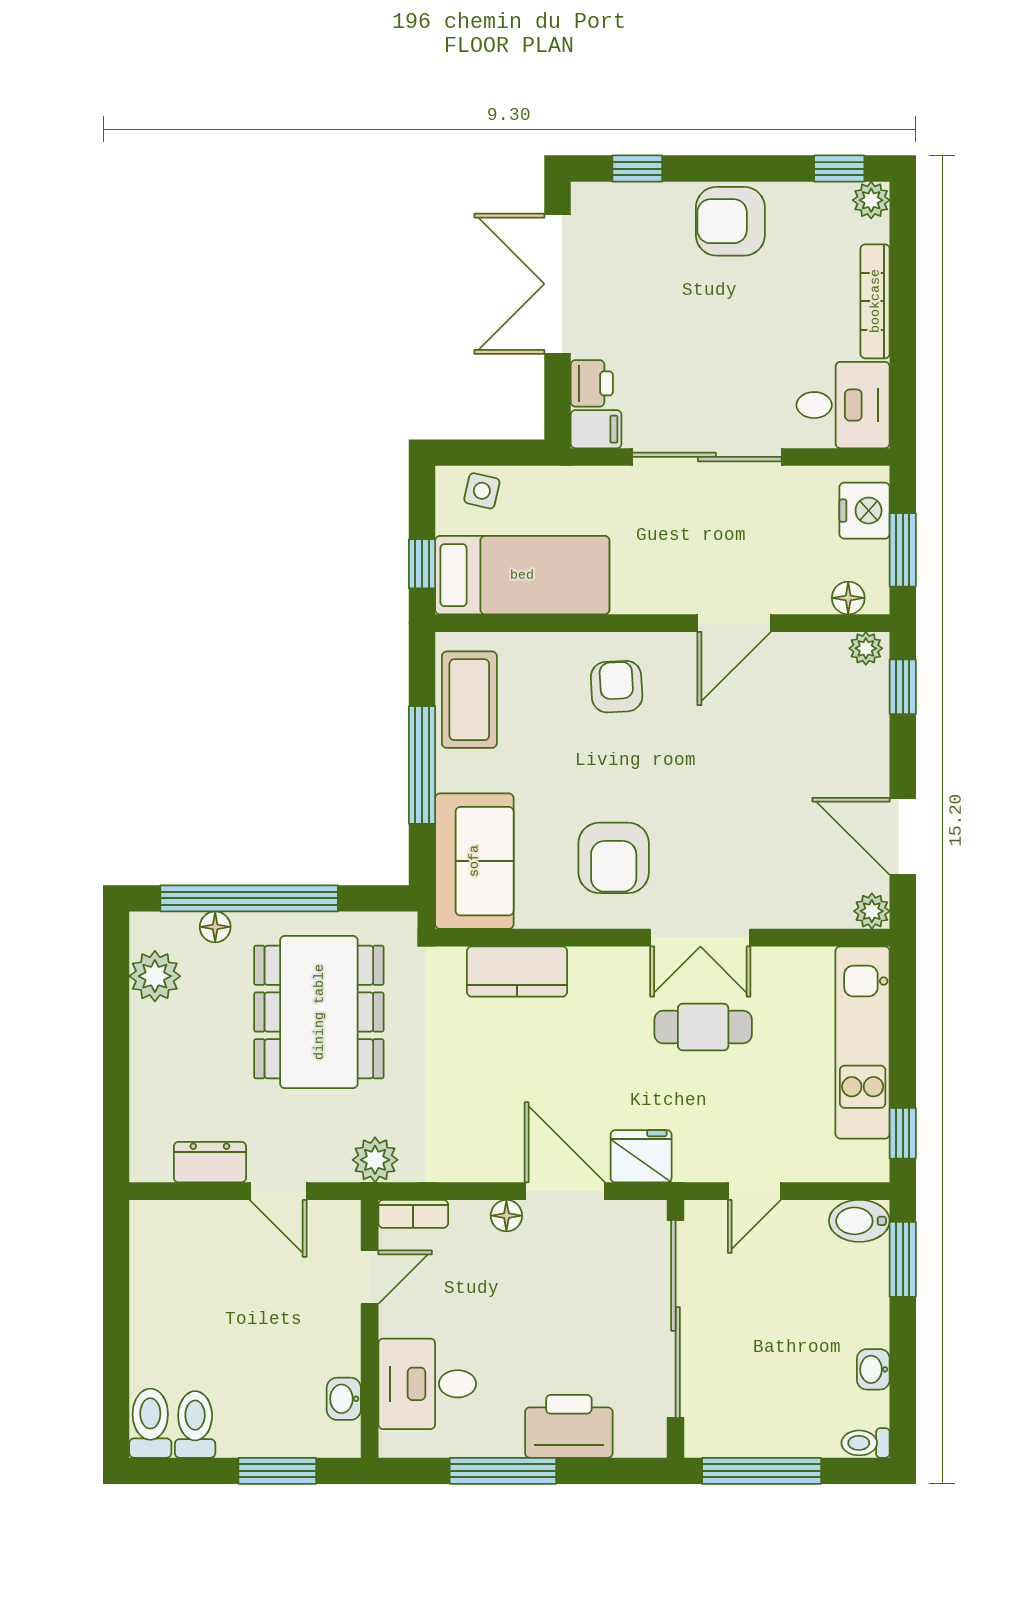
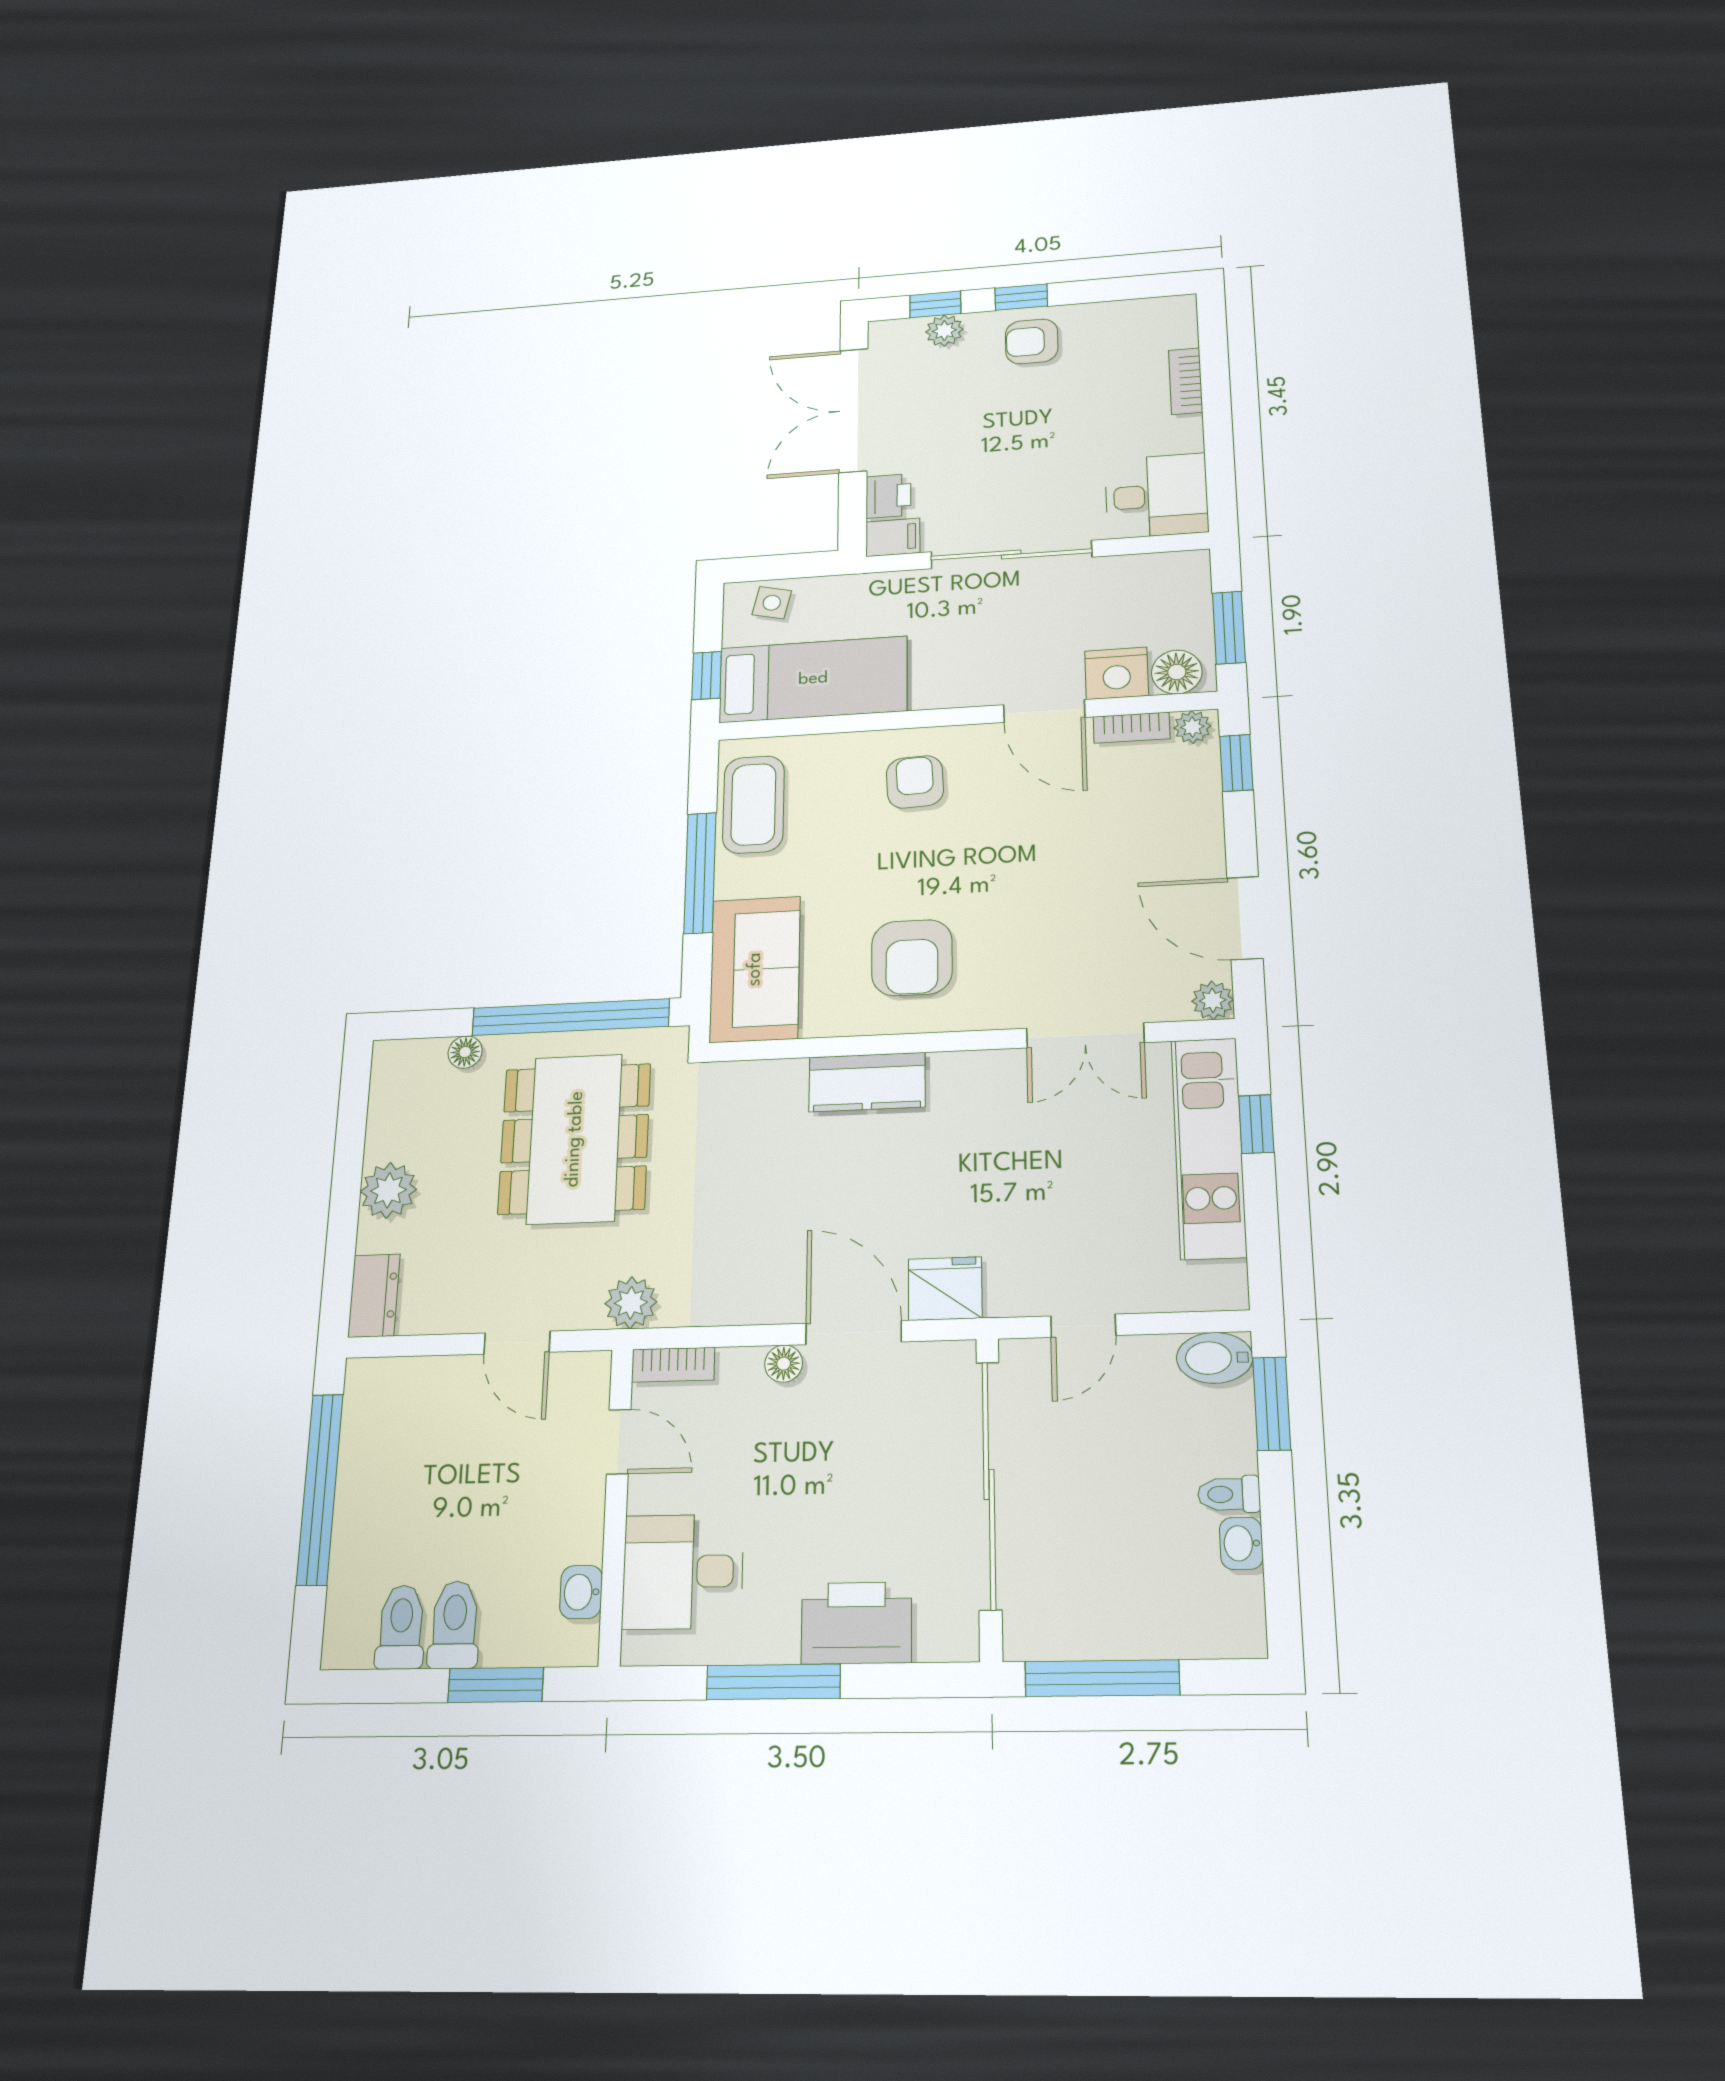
window: (839, 169) -> (1021, 297), moved
plant: (871, 200) -> (944, 331), moved
armchair: (730, 221) -> (1032, 341), width x0.72, depth x0.72
bookcase: (875, 301) -> (1186, 381), width x0.64
nightstand: (865, 511) -> (1117, 673), moved, turned 90
floor lamp: (848, 598) -> (1177, 672), width x1.37, depth x1.37
door: (734, 623) -> (1044, 711), hinge flipped
bookcase: (812, 645) -> (1132, 728), added
window: (249, 898) -> (570, 1017), moved
double door: (700, 938) -> (1085, 1035), moved
kitchen counter: (517, 972) -> (867, 1082), moved
plant: (155, 976) -> (388, 1190), moved
cafe table: (703, 1027) -> (1017, 1137), removed
window: (903, 1133) -> (1256, 1124), moved
dresser: (210, 1162) -> (374, 1296), moved, turned 90
door: (370, 1277) -> (619, 1442), hinge flipped
window: (116, 1311) -> (320, 1489), added
toilet: (150, 1423) -> (454, 1625), moved
toilet: (866, 1443) -> (1229, 1494), moved

